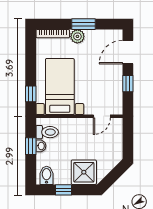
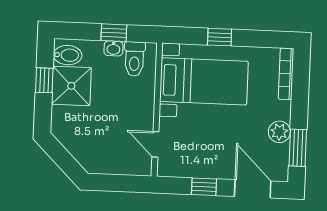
window: (83, 24) -> (298, 148), moved
plant: (77, 36) -> (279, 132), moved
window: (31, 94) -> (220, 37), moved
shower: (84, 172) -> (71, 86), moved

